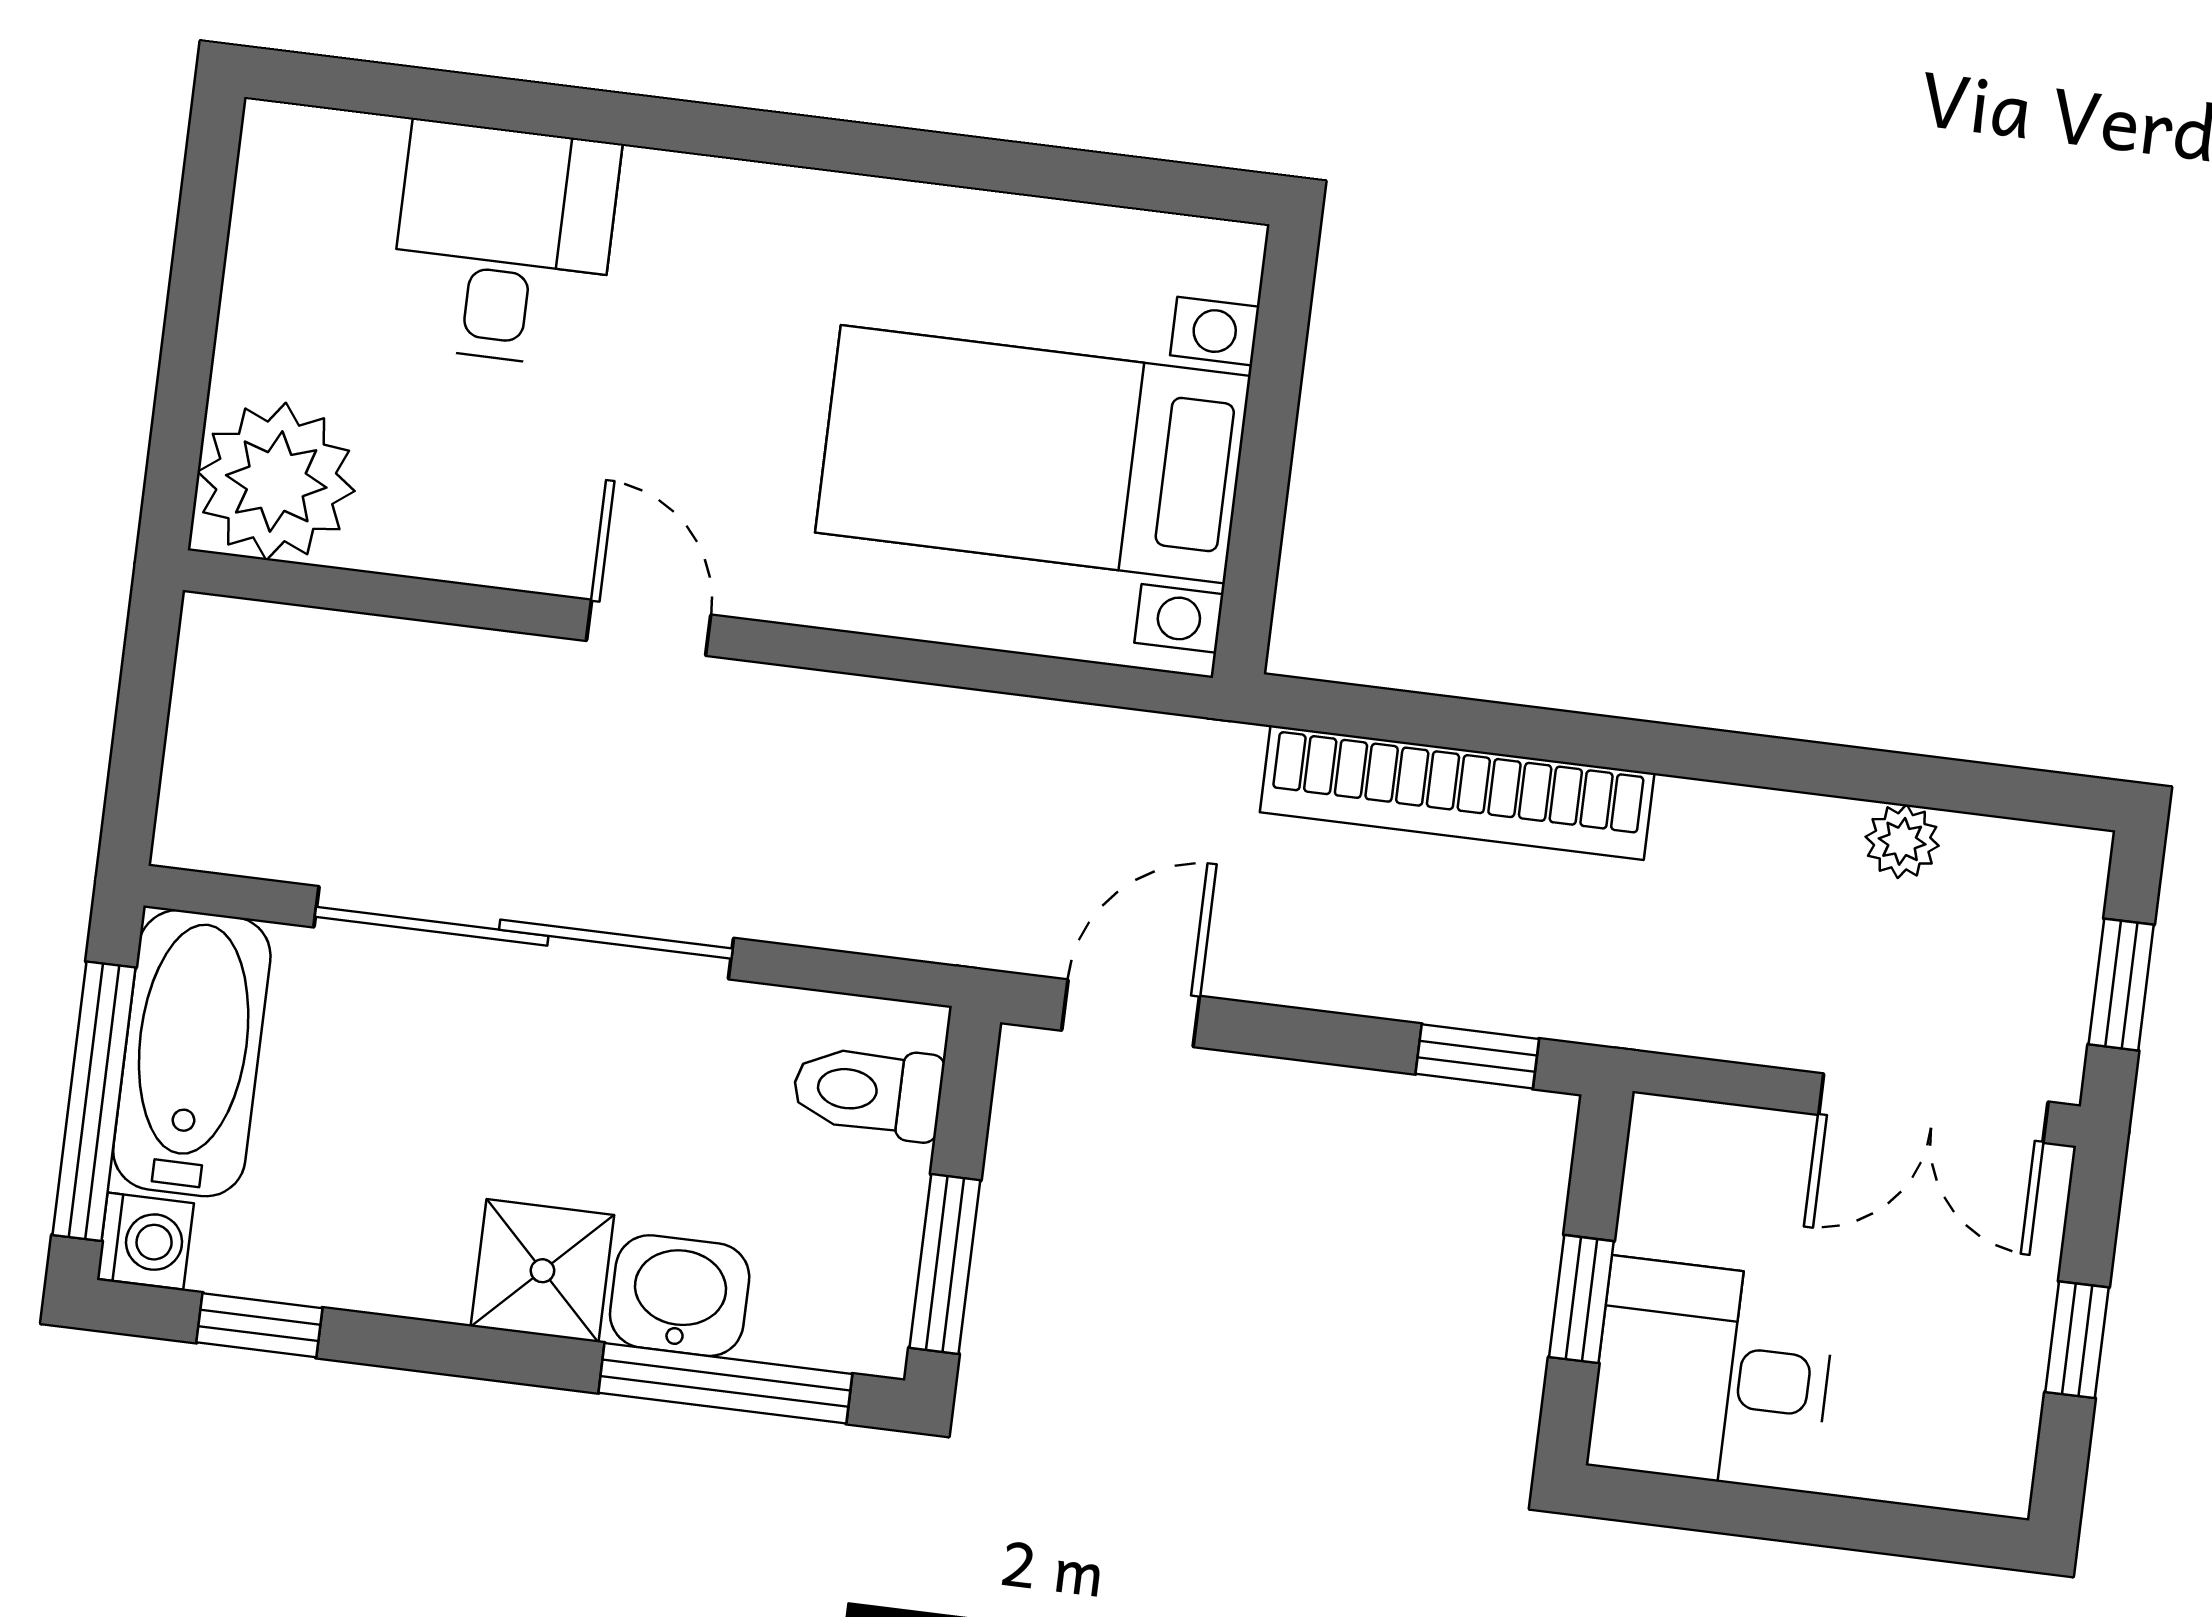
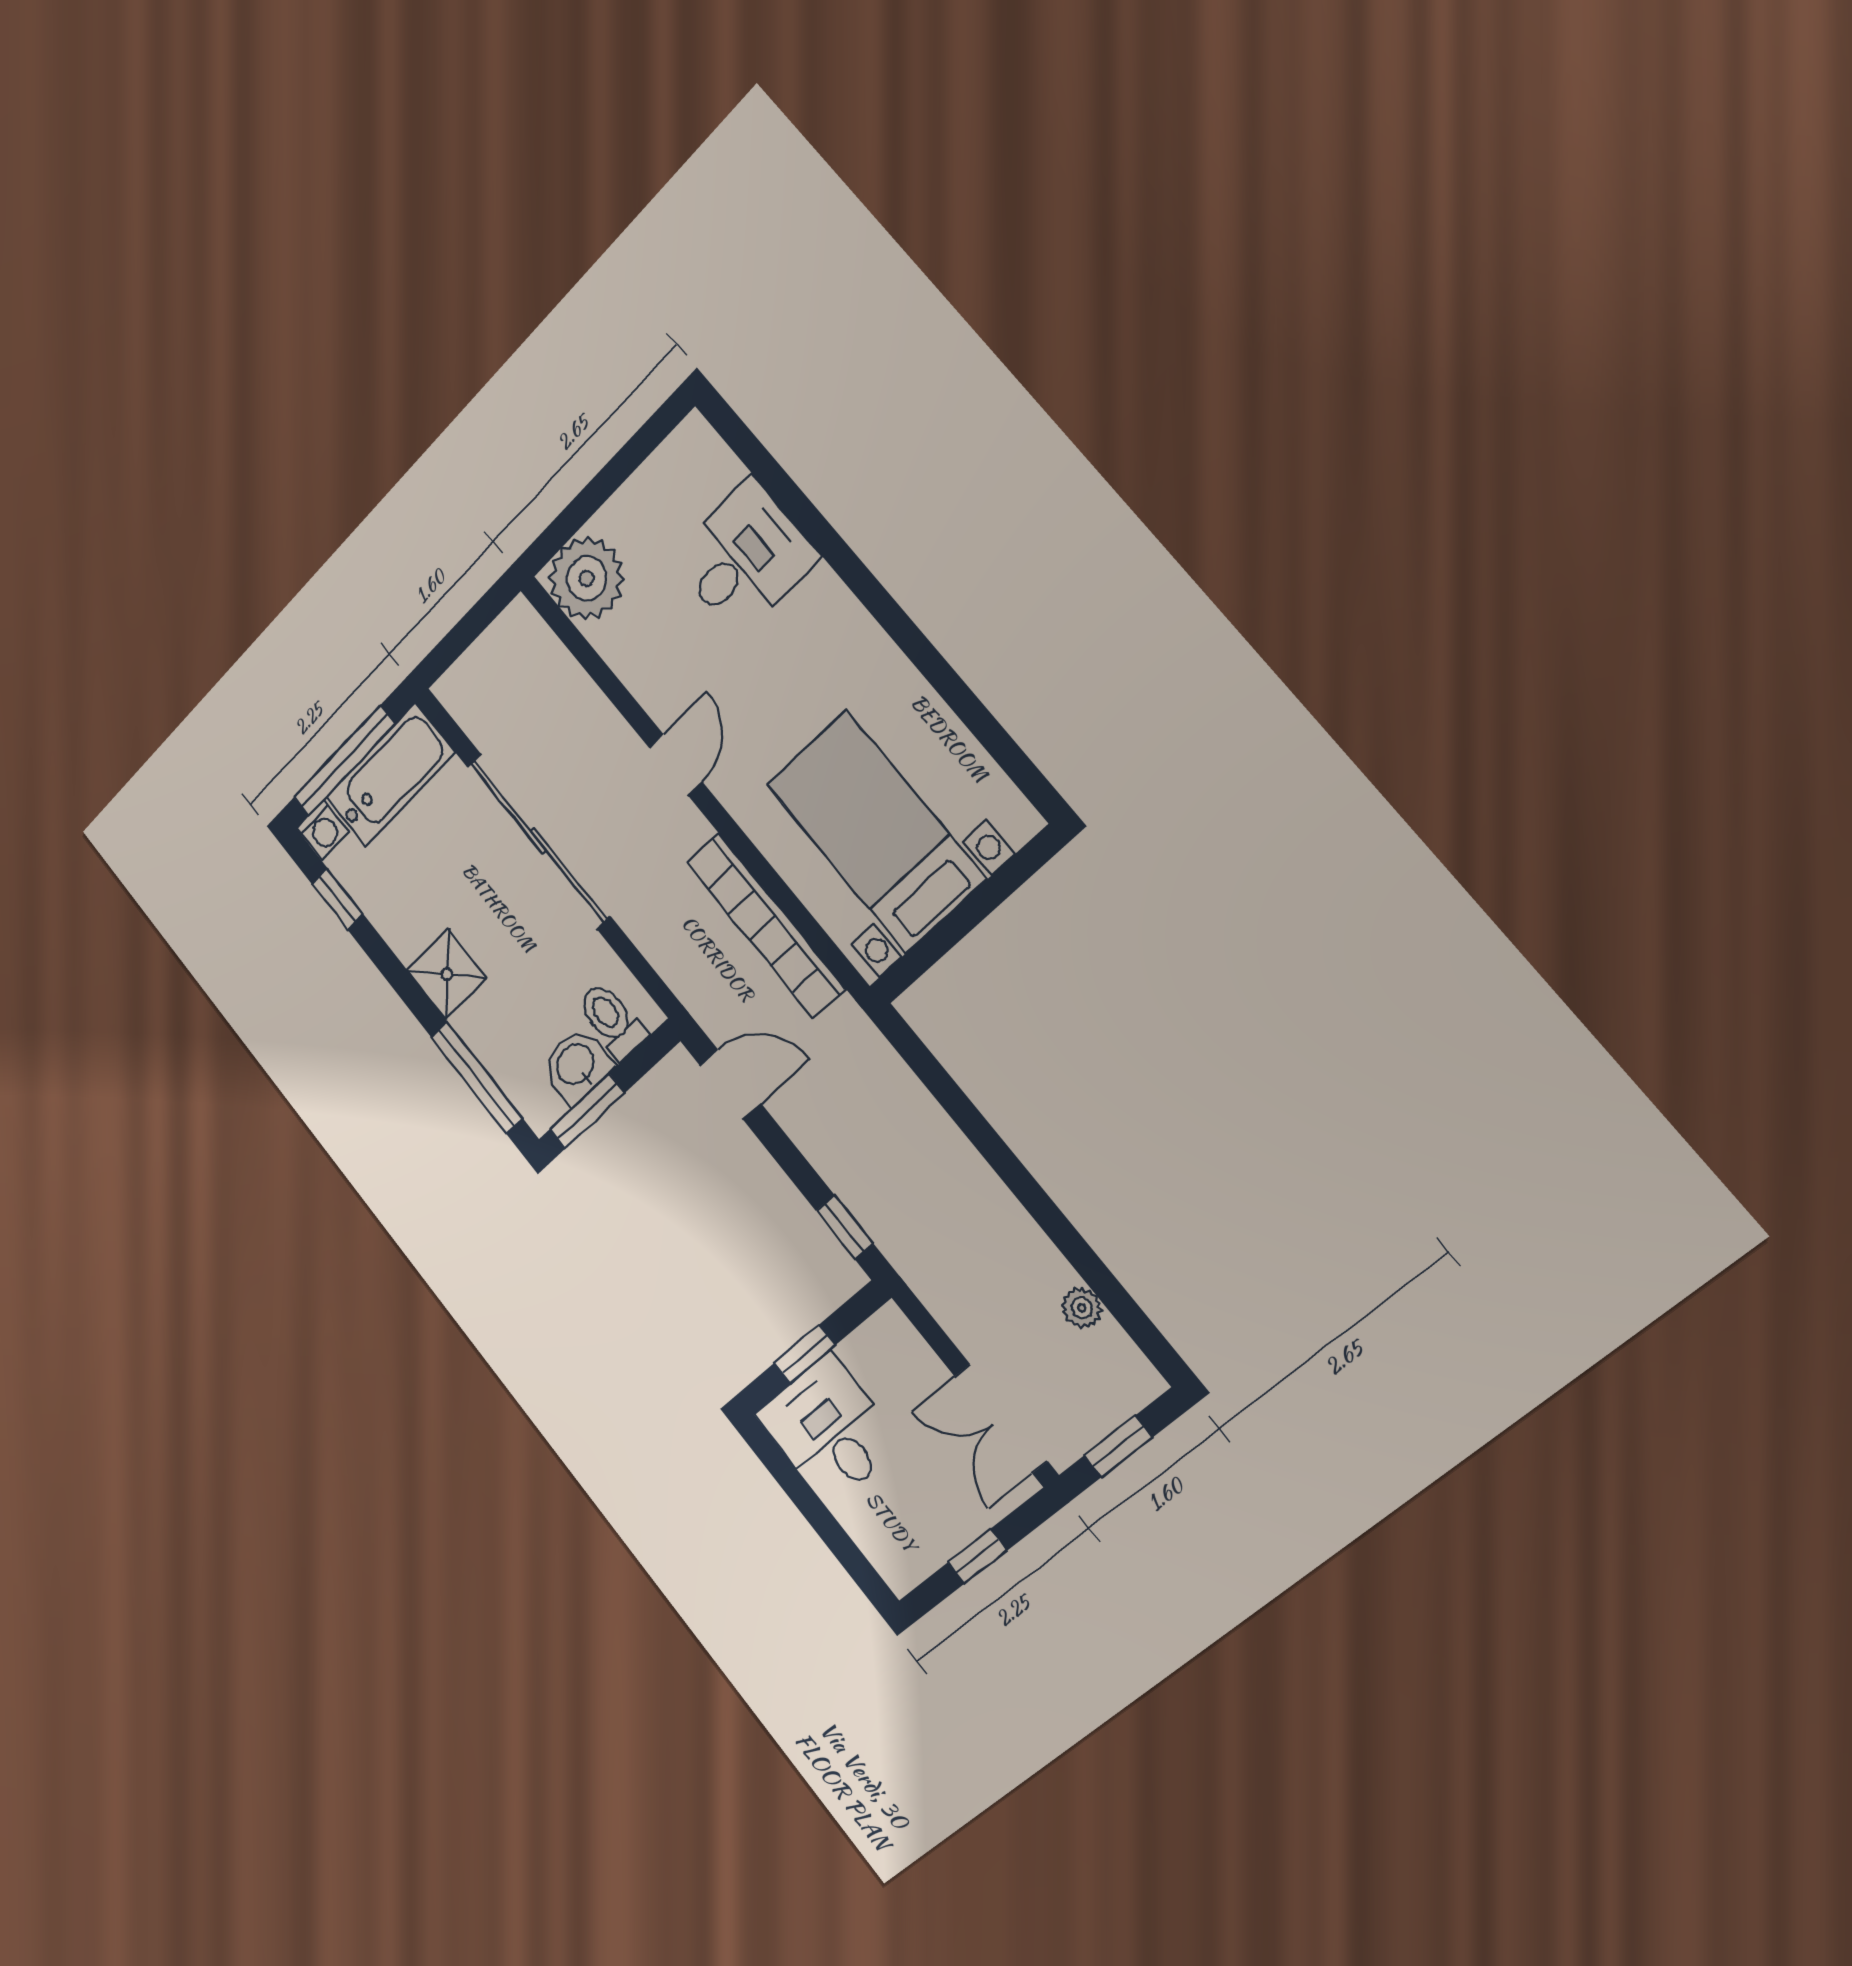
bookcase: (1457, 793) -> (766, 925), moved
washbasin: (680, 1296) -> (576, 1065), moved, turned -90

